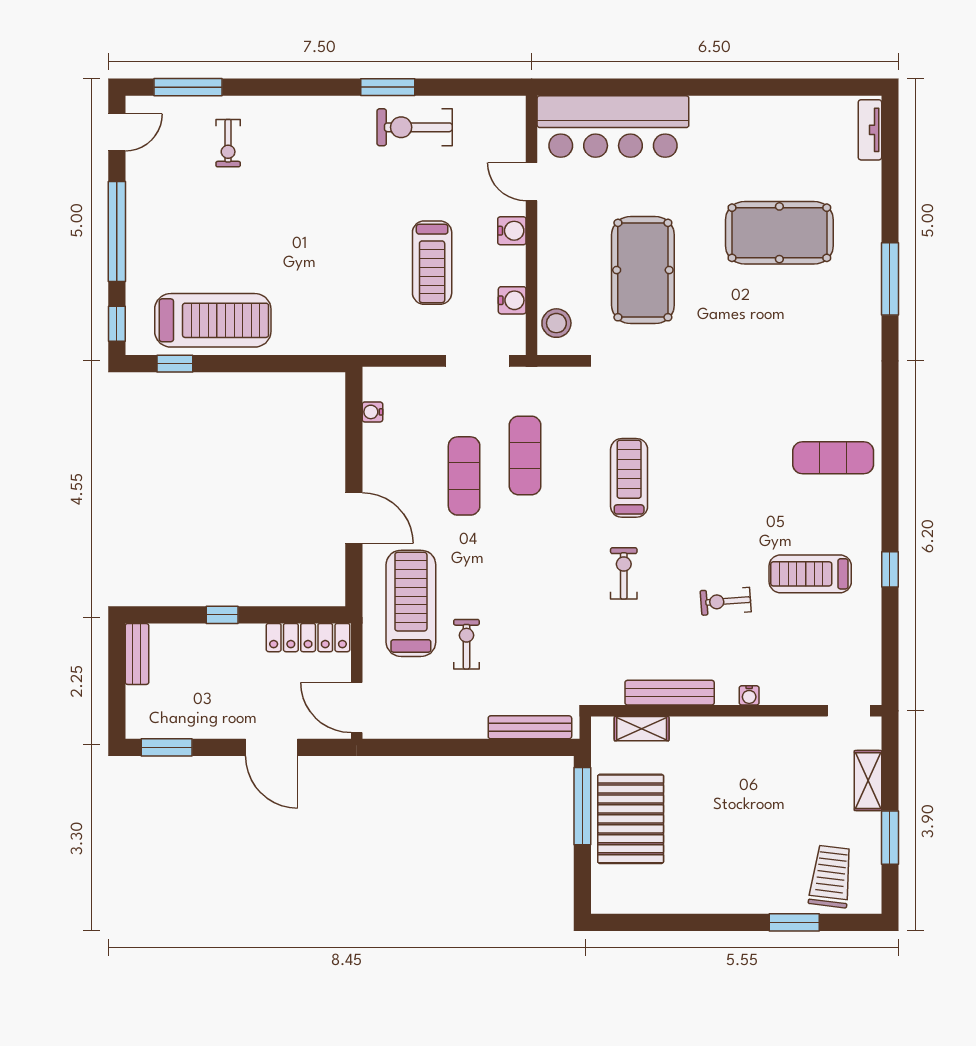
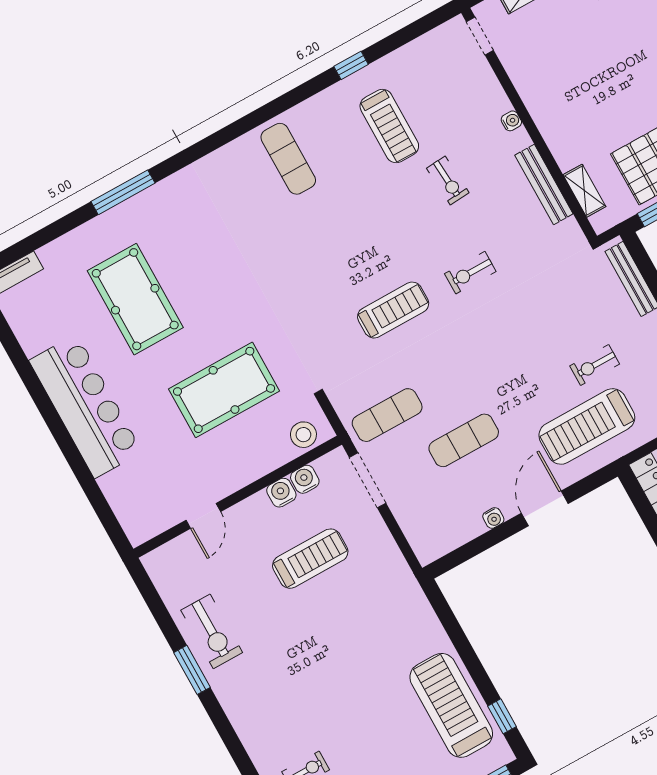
bar counter: (613, 126) -> (86, 406), moved
water cooler: (512, 231) -> (281, 493), moved
water cooler: (372, 412) -> (493, 518), moved
exercise mat: (525, 455) -> (387, 415), moved
treadmill: (629, 478) -> (393, 310), turned 180

